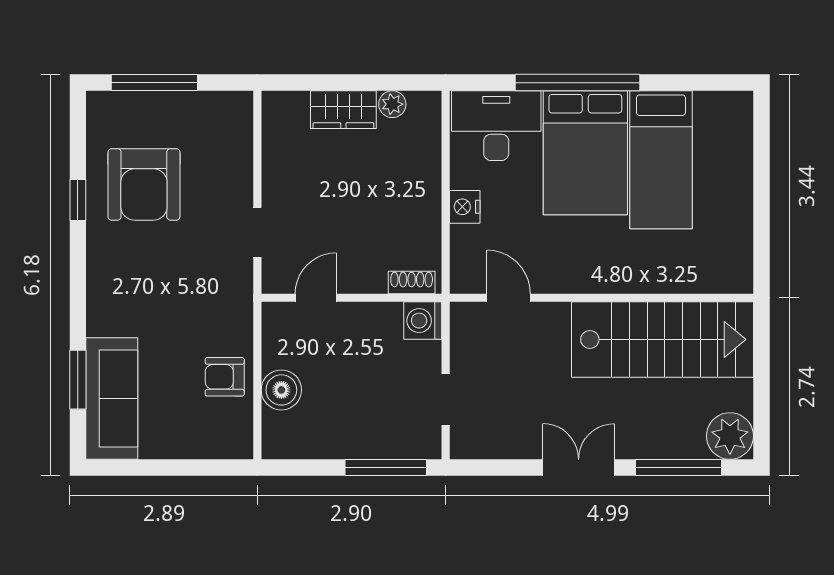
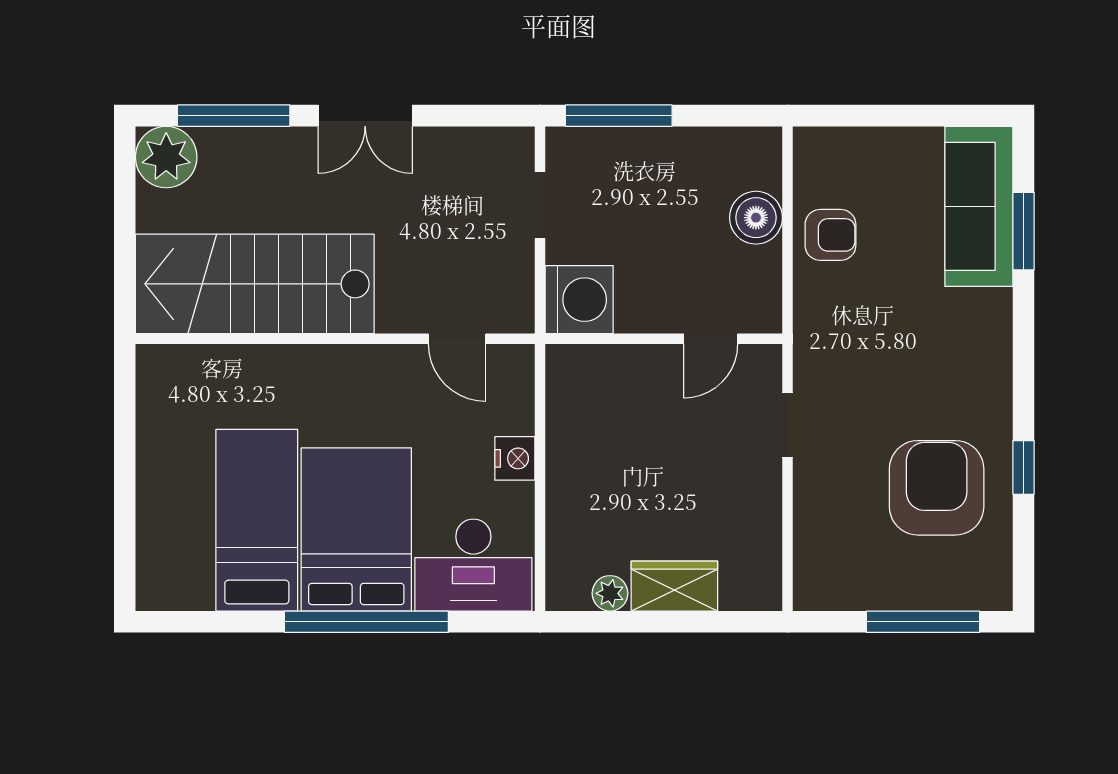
shoe rack: (412, 283) -> (585, 359), removed
washing machine: (423, 321) -> (579, 300), width x1.37, depth x1.37

